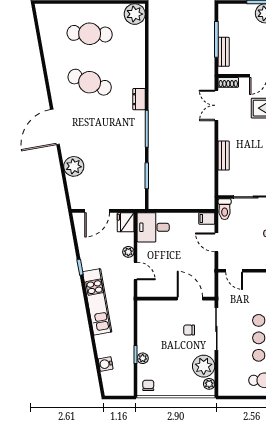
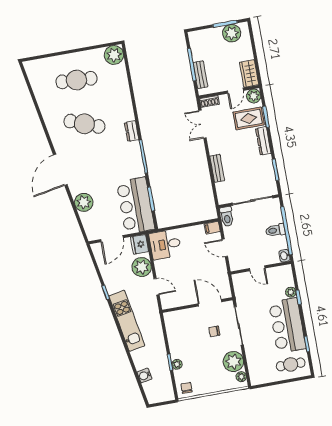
bar counter: (129, 180) -> (136, 206), added
plant: (128, 252) -> (142, 267), width x1.87, depth x1.87
door: (234, 271) -> (257, 268), moved

